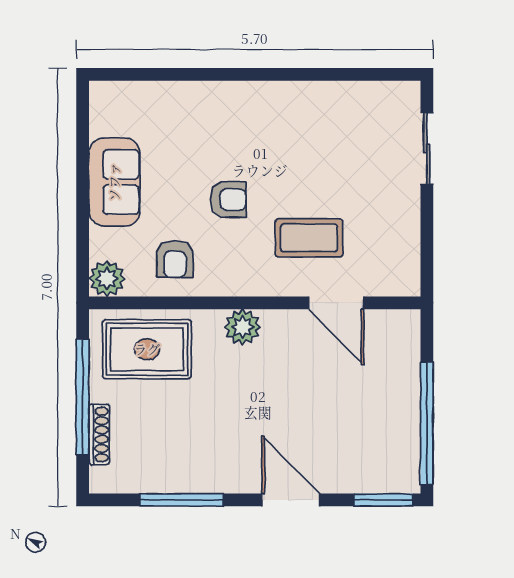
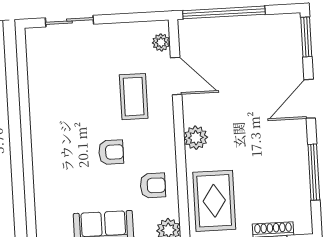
armchair: (228, 200) -> (111, 152), turned 90
plant: (387, 283) -> (161, 42), added
door: (336, 303) -> (176, 76), hinge flipped
window: (427, 423) -> (224, 12), moved

